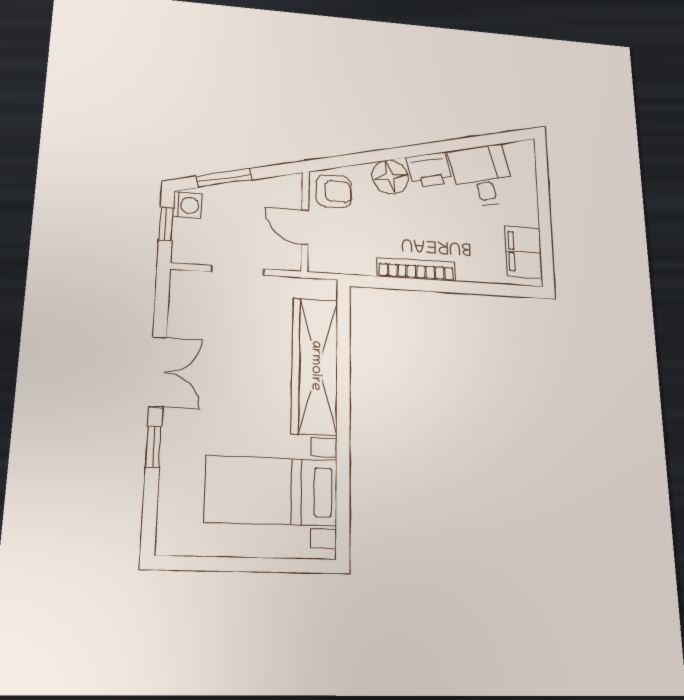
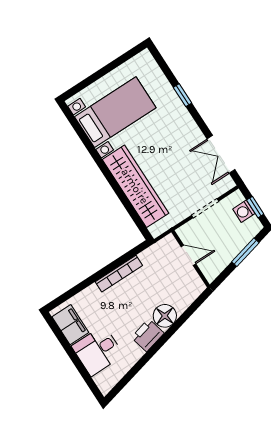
desk: (482, 176) -> (98, 351), moved, turned 104
armchair: (334, 191) -> (188, 286), removed
washing machine: (188, 205) -> (244, 211), moved
double door: (158, 372) -> (221, 154), moved

